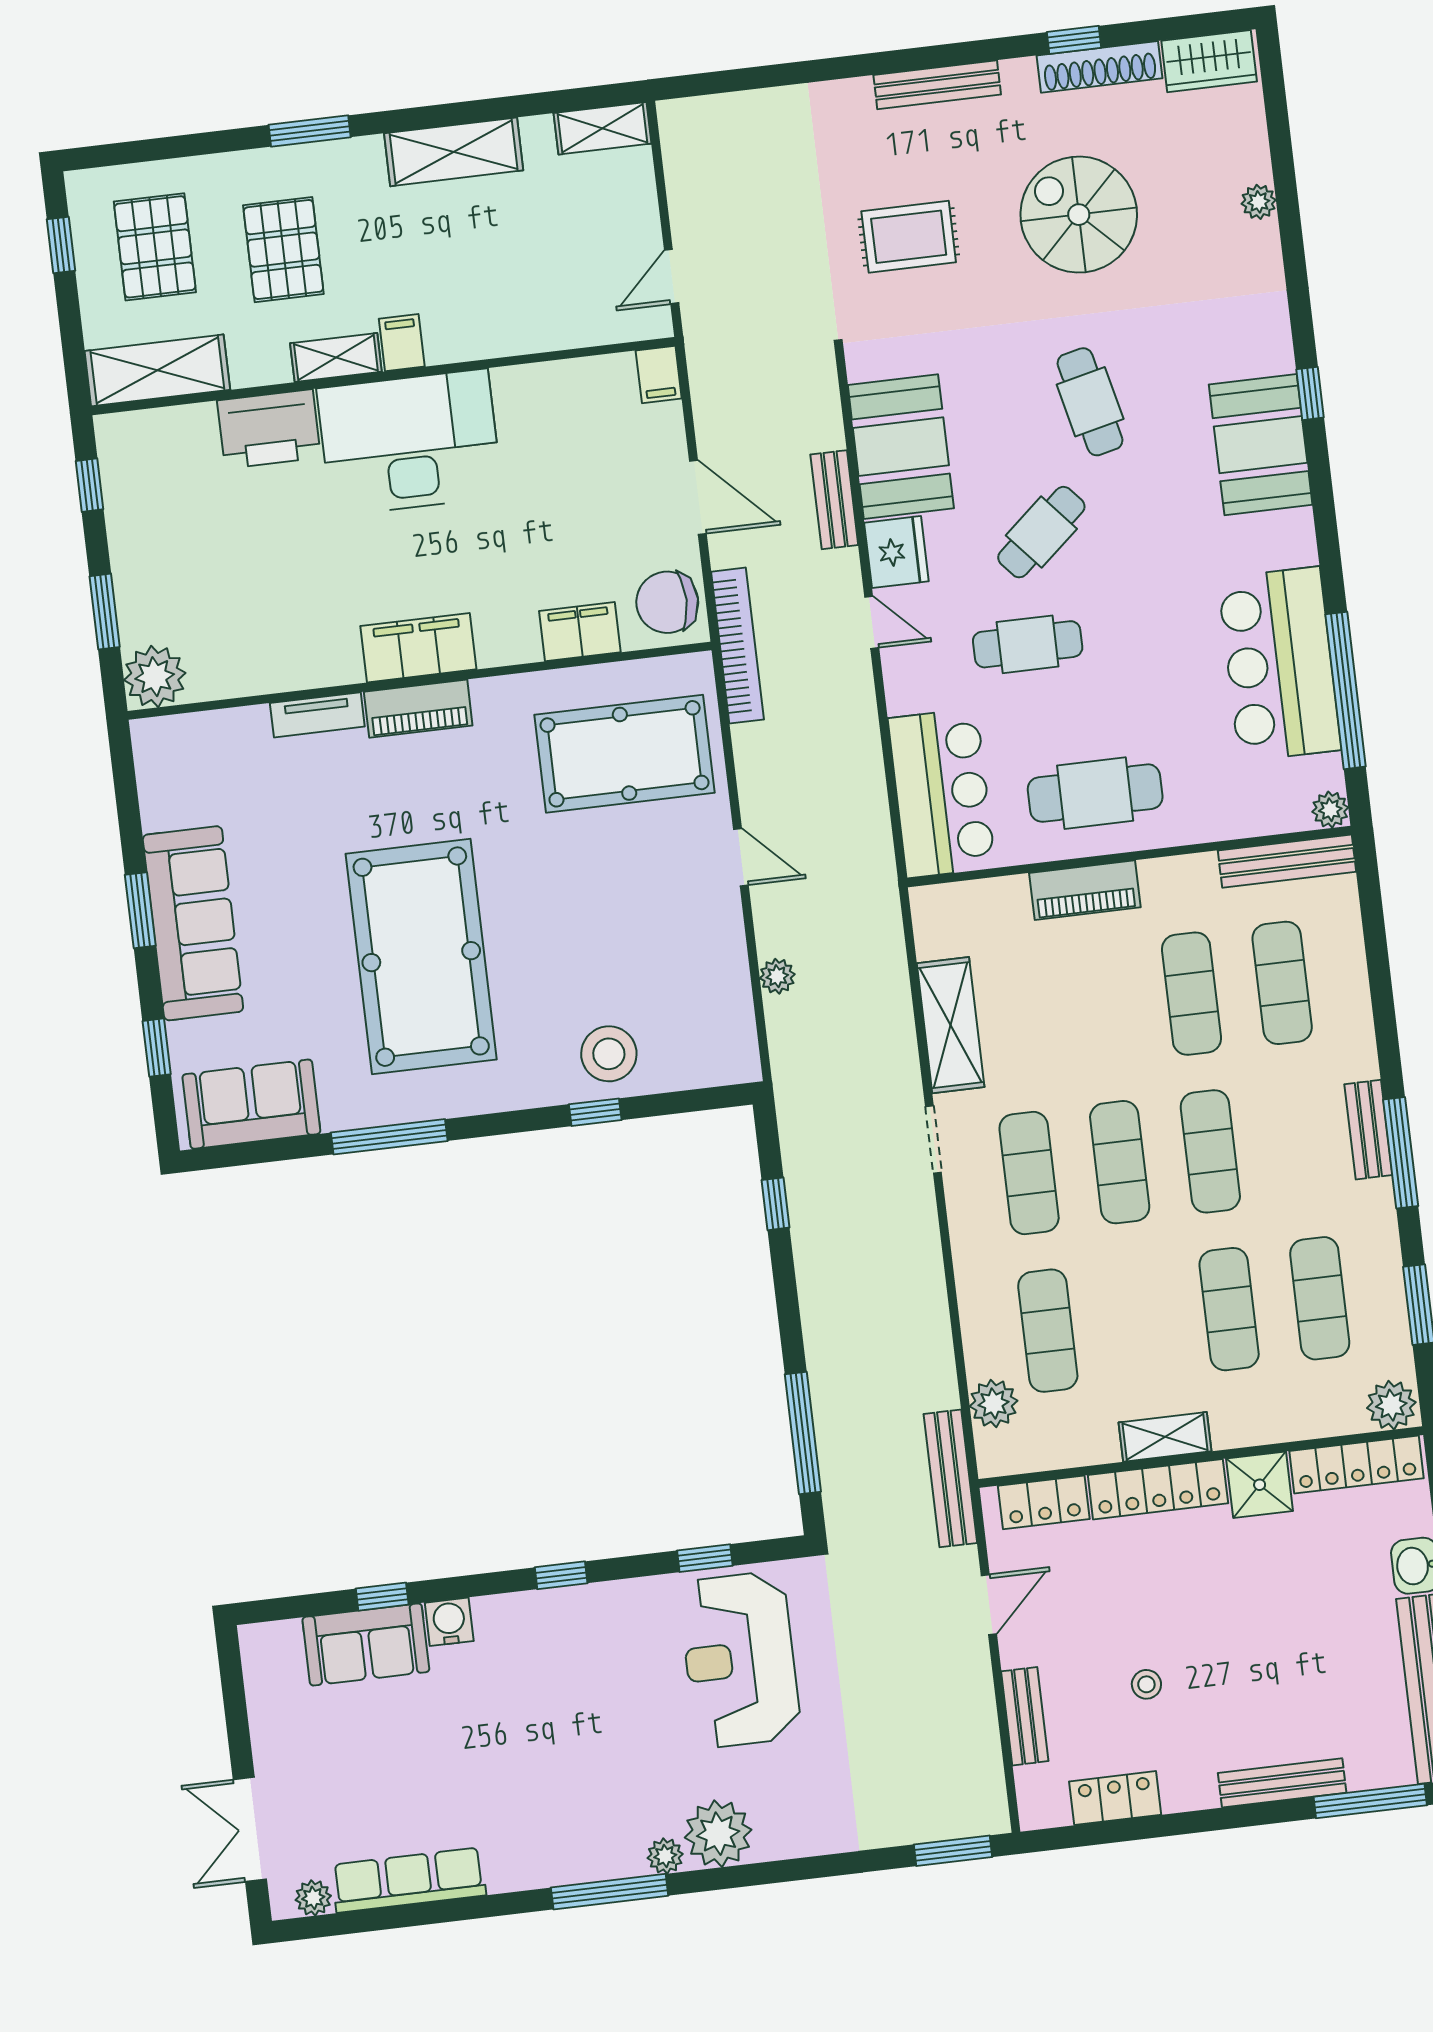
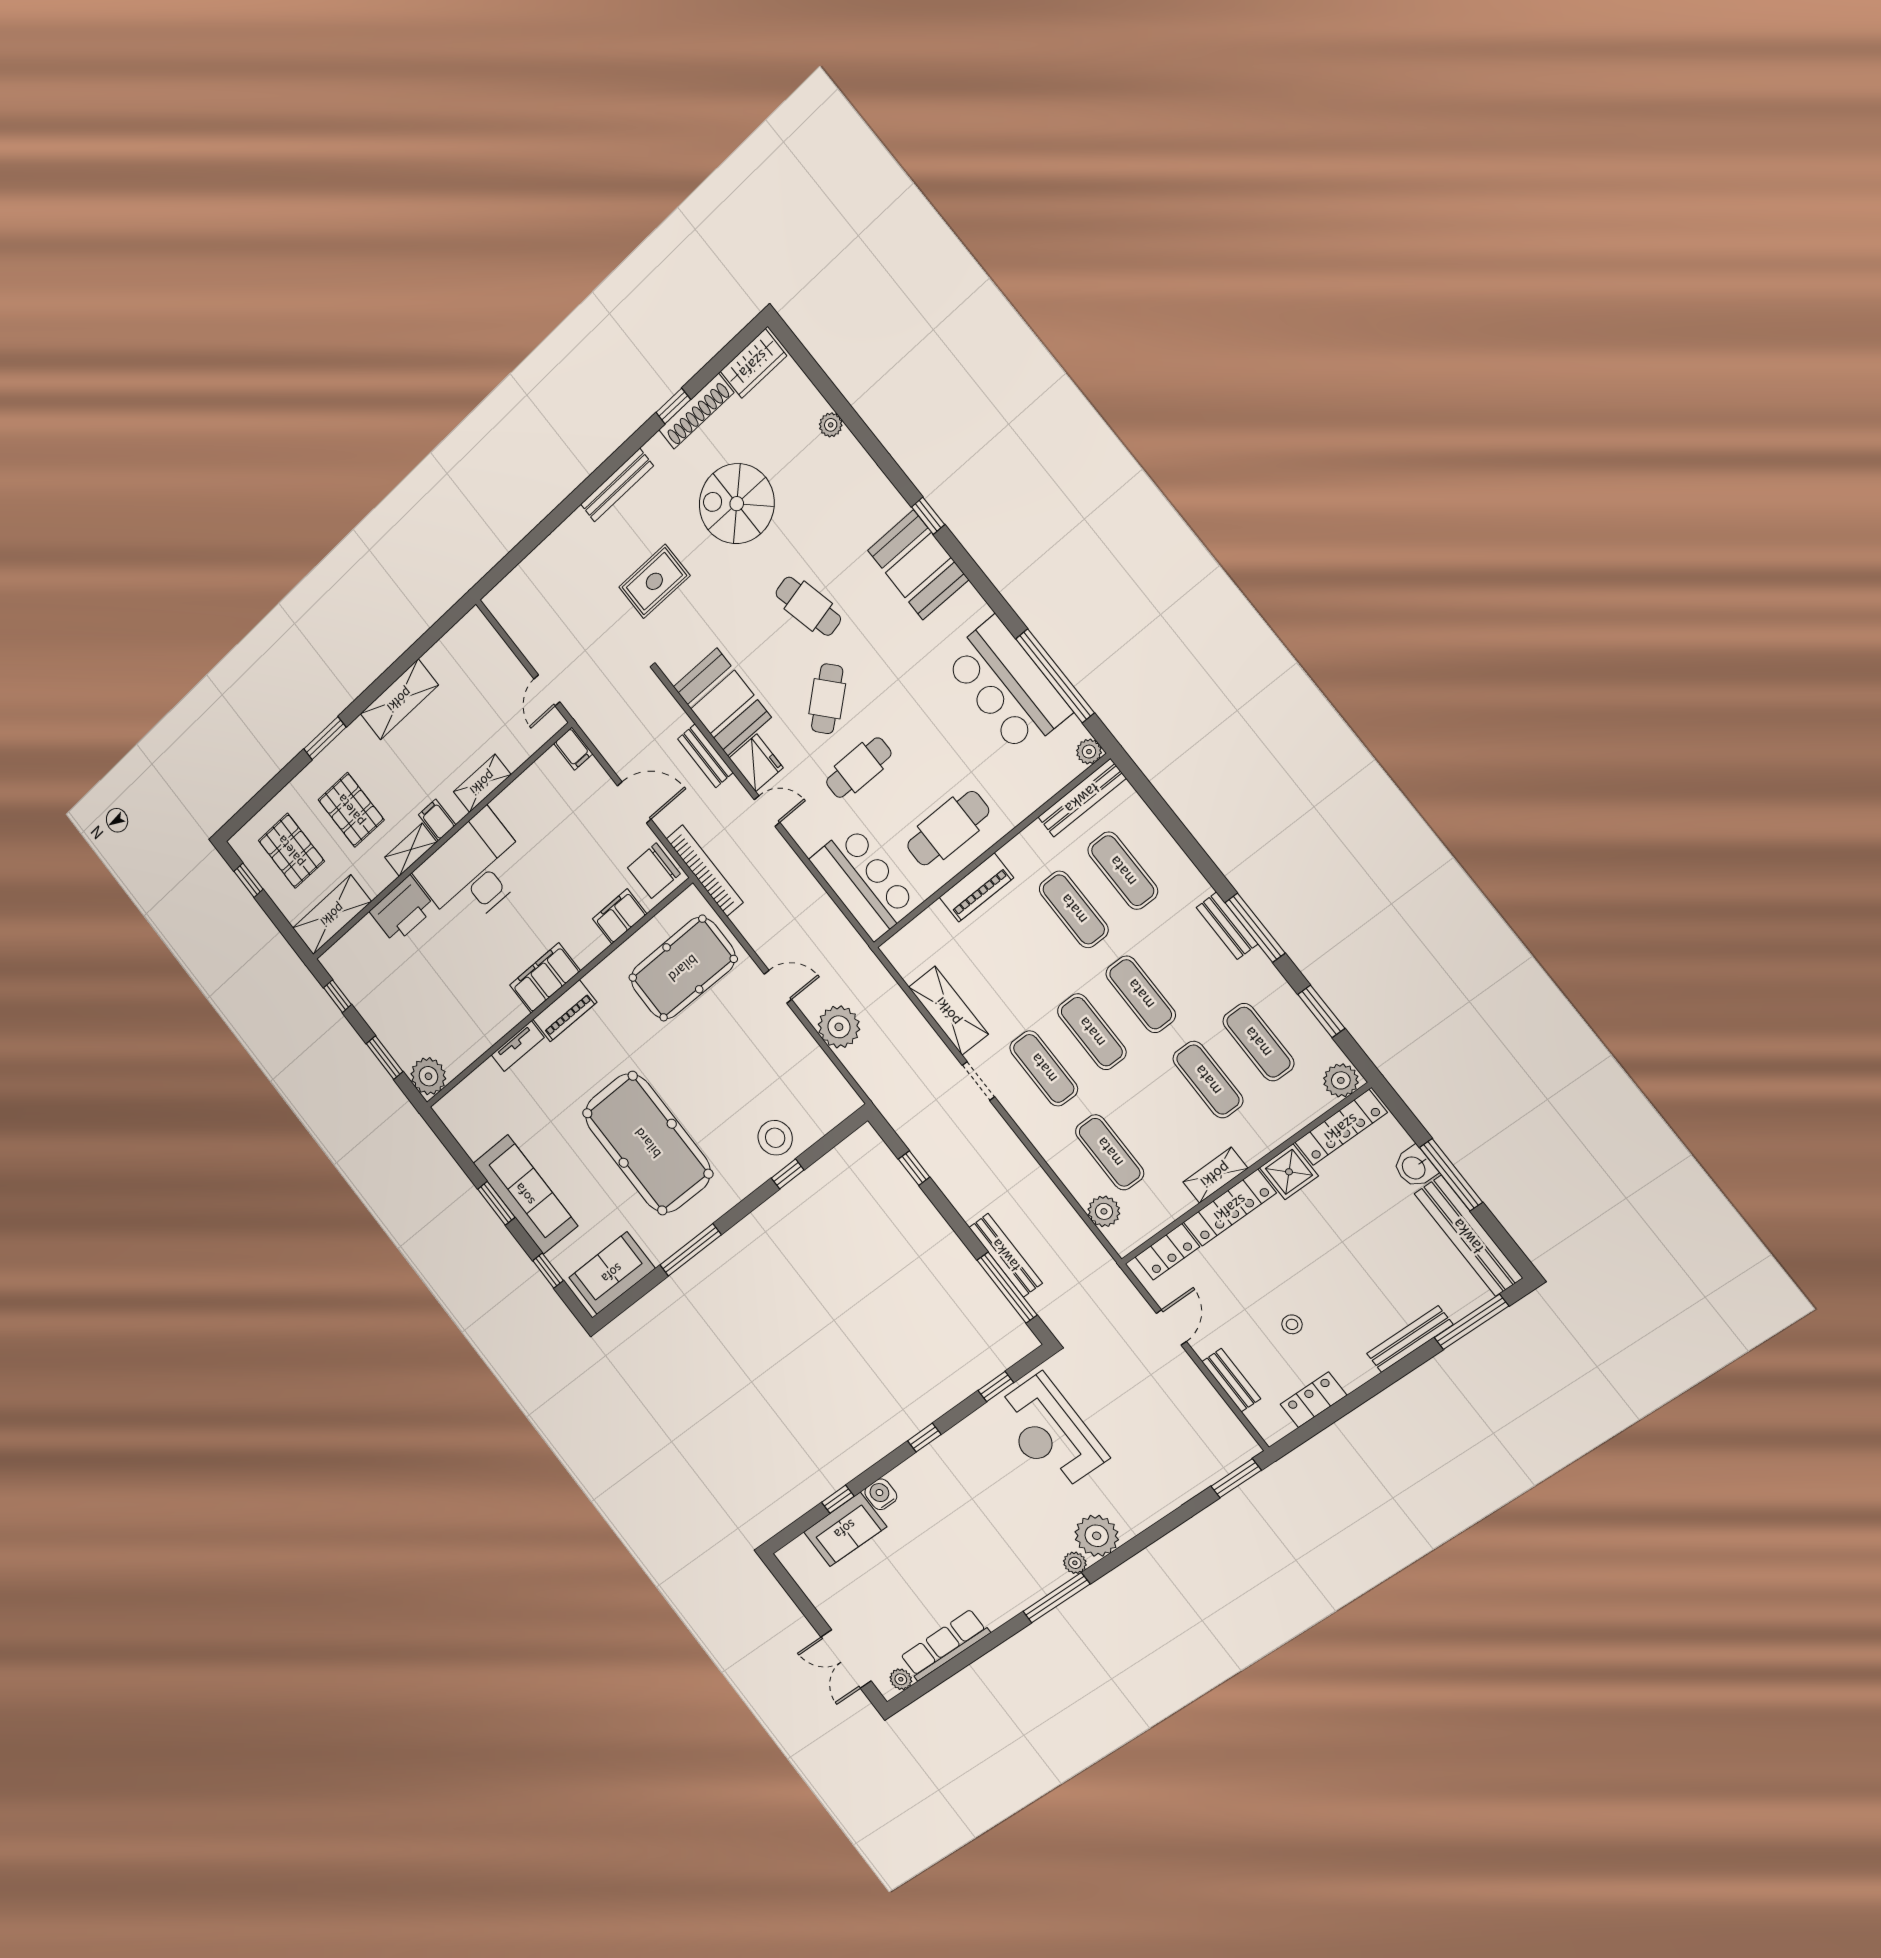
shelving: (602, 128) -> (482, 783), moved
plant: (777, 976) -> (839, 1027), width x1.88, depth x1.88
bench: (950, 1478) -> (1006, 1255), moved

